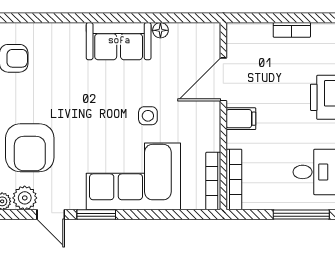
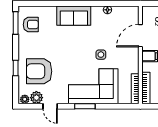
sofa: (119, 41) -> (74, 16), moved
armchair: (30, 148) -> (39, 71), turned 90
window: (96, 215) -> (85, 106), moved

